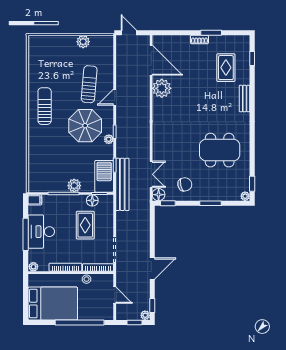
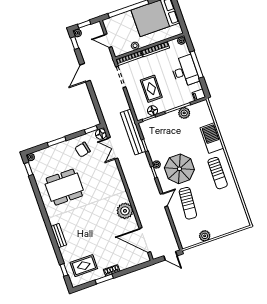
rug: (226, 68) -> (84, 266), moved, turned 90
plant: (162, 88) -> (125, 211), moved
barbecue: (104, 176) -> (212, 138), moved, turned 180
plant: (74, 186) -> (184, 113), moved

